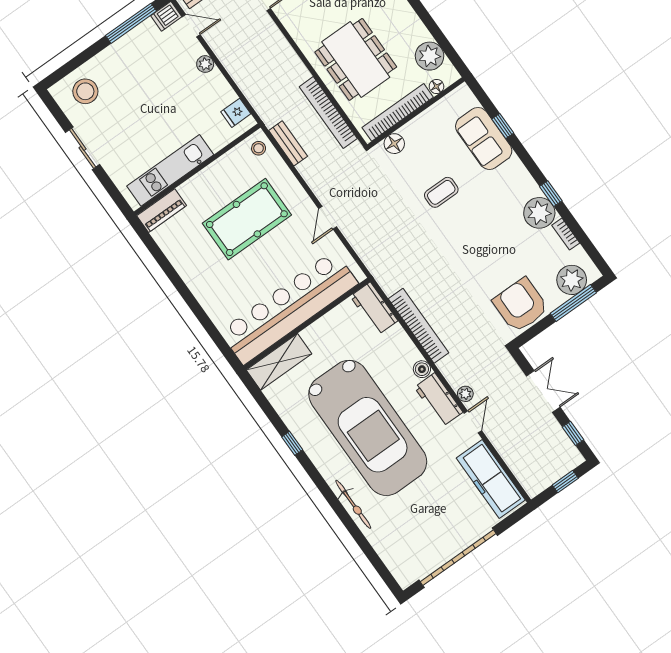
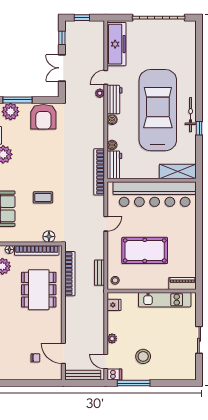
stool: (85, 91) -> (143, 356), moved
bookcase: (418, 326) -> (99, 172), moved
boiler: (397, 334) -> (112, 145), added
bicycle: (353, 504) -> (191, 115), moved

